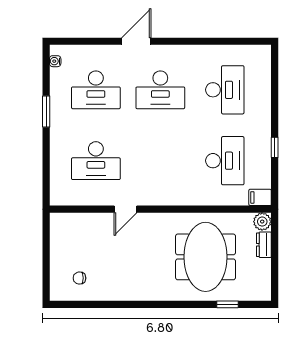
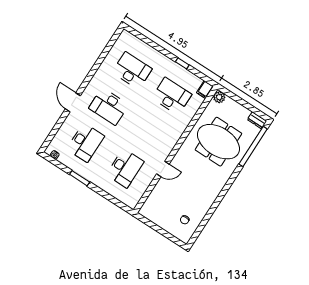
desk: (160, 90) -> (109, 106), turned 90
door: (126, 209) -> (163, 169), hinge flipped
dresser: (264, 245) -> (257, 120), moved
window: (228, 304) -> (253, 146), width x3.17

